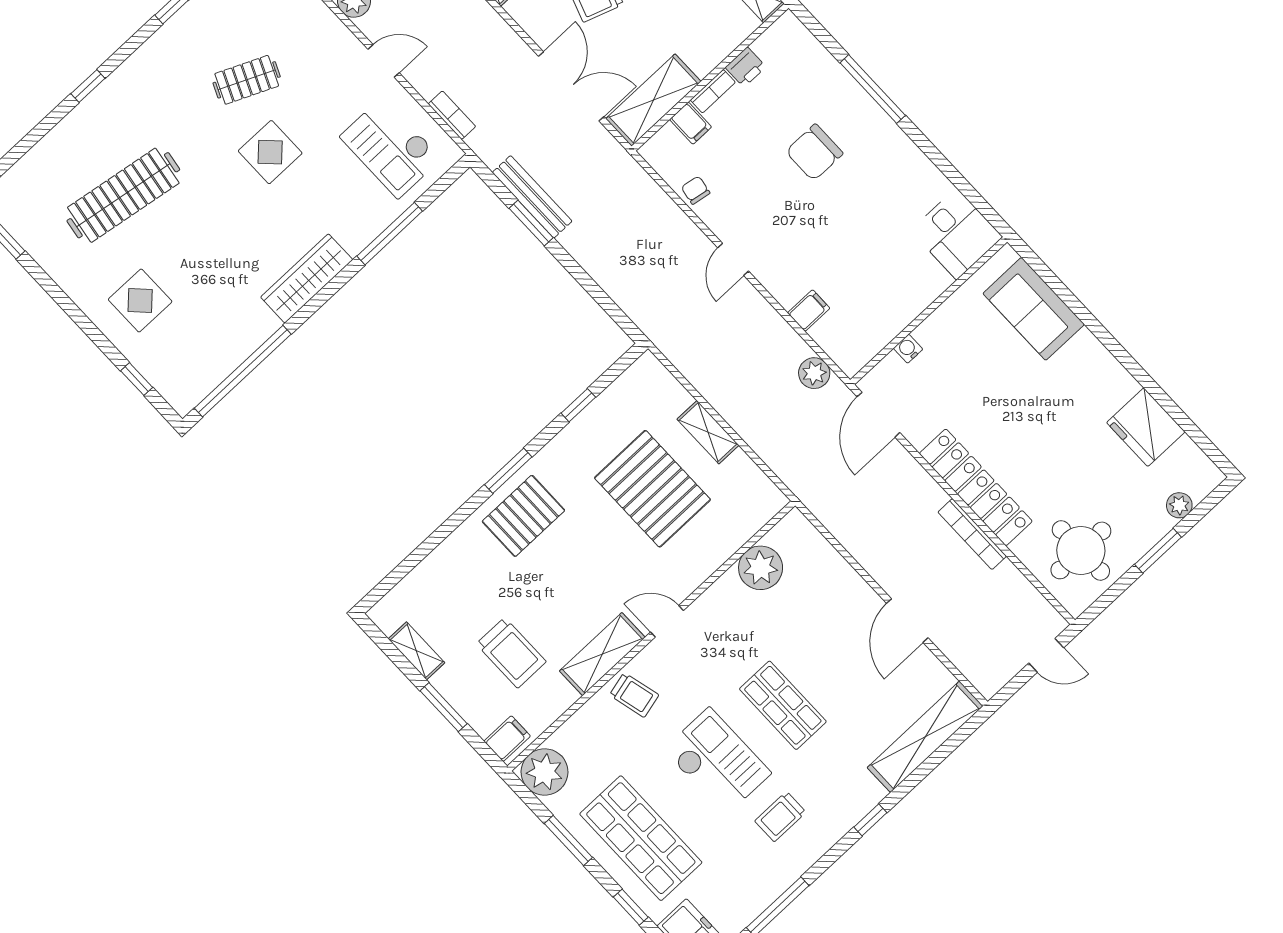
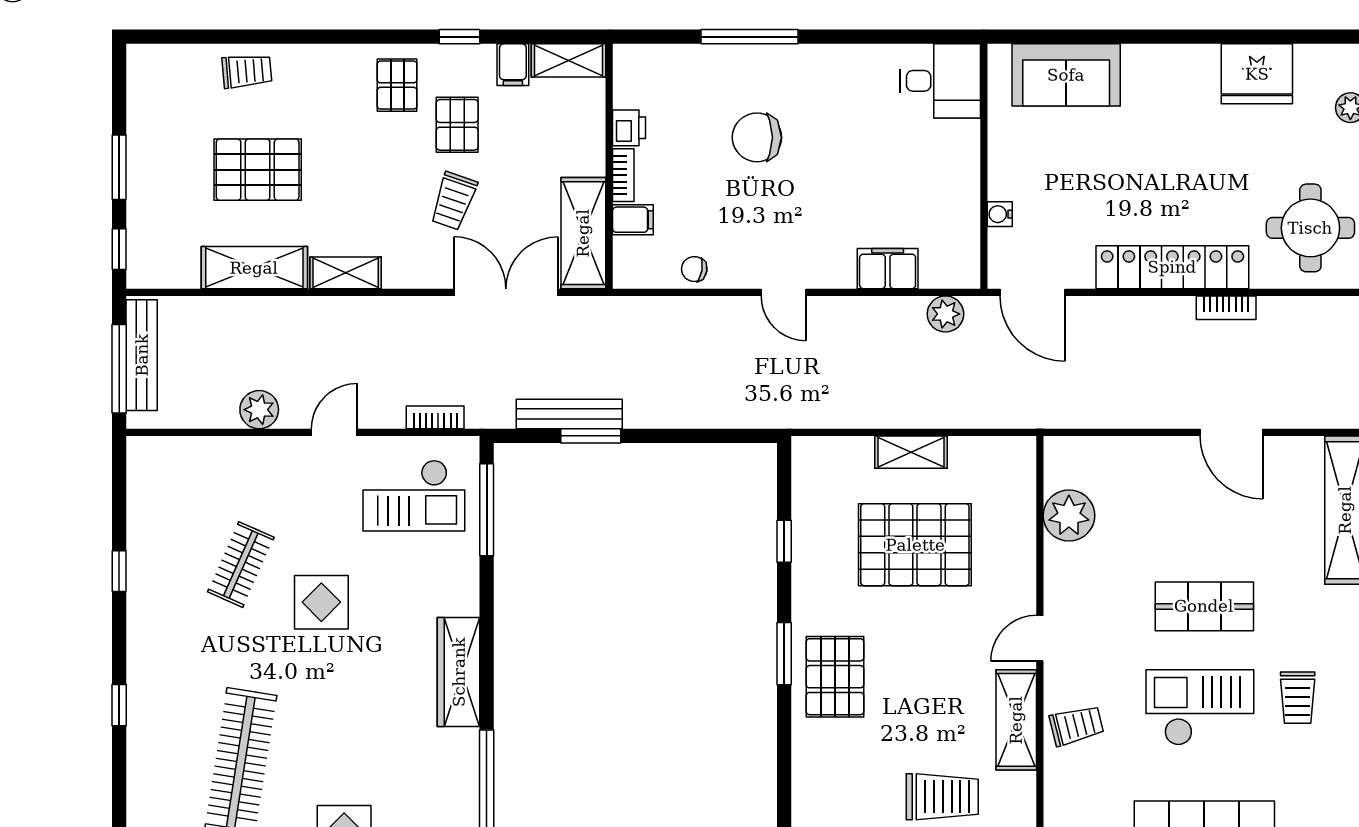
chair: (814, 152) -> (757, 137), turned 90
window: (390, 234) -> (487, 510), moved
filing cabinet: (809, 311) -> (888, 269), width x2.00
bookcase: (972, 534) -> (1226, 308), width x0.64

